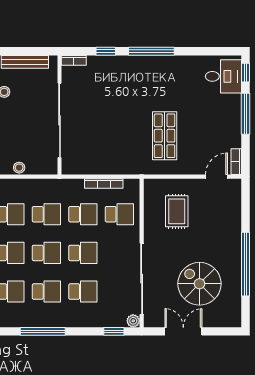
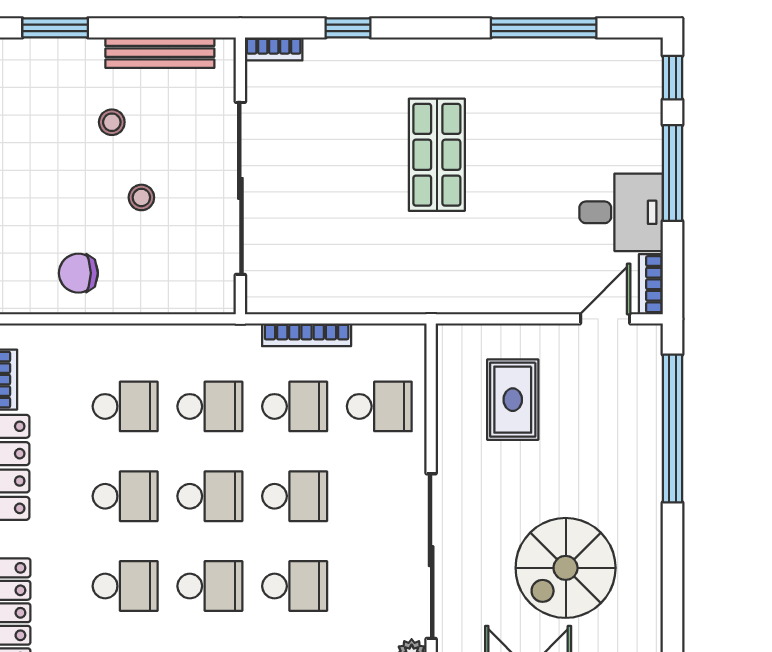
window: (151, 51) -> (544, 28), moved
desk: (223, 76) -> (621, 212), moved
shop shelf: (165, 136) -> (437, 155), moved
stool: (19, 168) -> (141, 197), moved
bookcase: (104, 183) -> (307, 335), moved
window: (246, 264) -> (672, 428), moved
spiral stairs: (199, 284) -> (566, 568), turned -90

